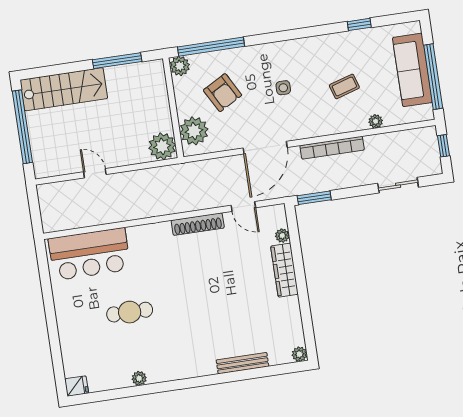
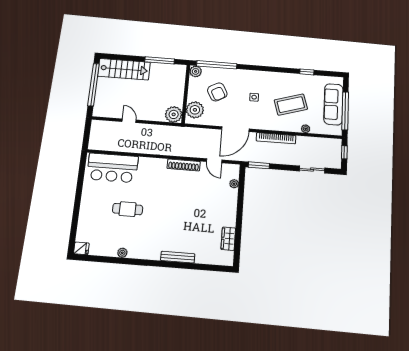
coffee table: (344, 86) -> (291, 105), width x1.86, depth x1.72
wardrobe: (284, 270) -> (228, 239), moved, width x0.67
plant: (299, 354) -> (228, 261), removed
bench: (242, 363) -> (178, 257), moved

